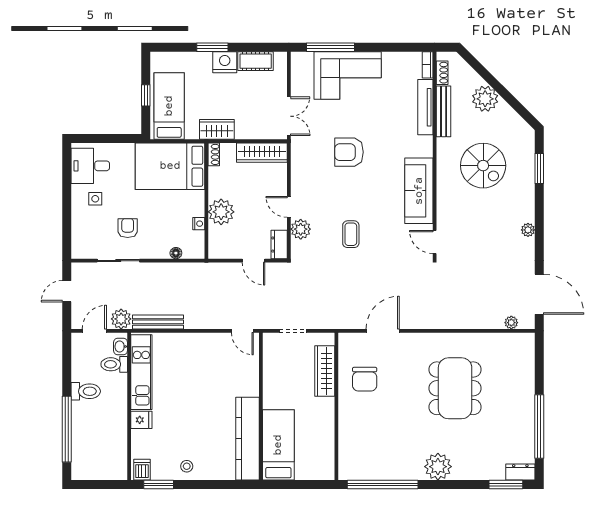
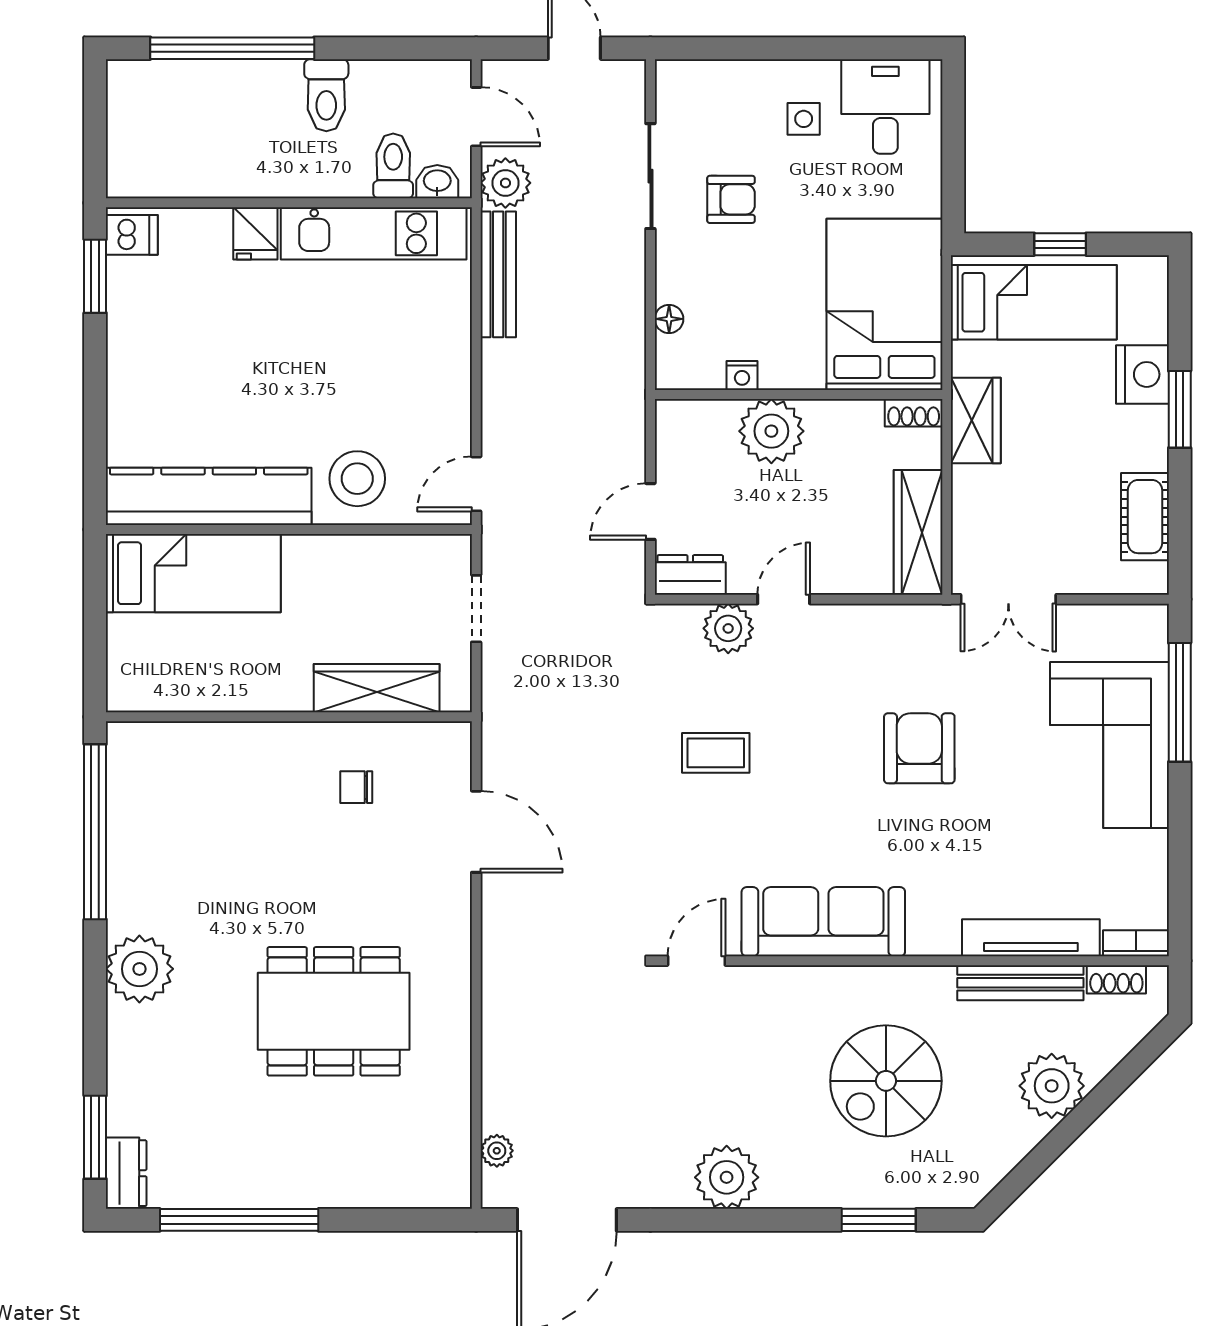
nightstand: (225, 62) -> (1142, 374), moved
plant: (528, 230) -> (727, 1177), width x1.88, depth x1.88
chair: (365, 379) -> (356, 787), width x0.54, depth x0.54
stool: (187, 466) -> (357, 479), moved, width x1.89, depth x1.89

